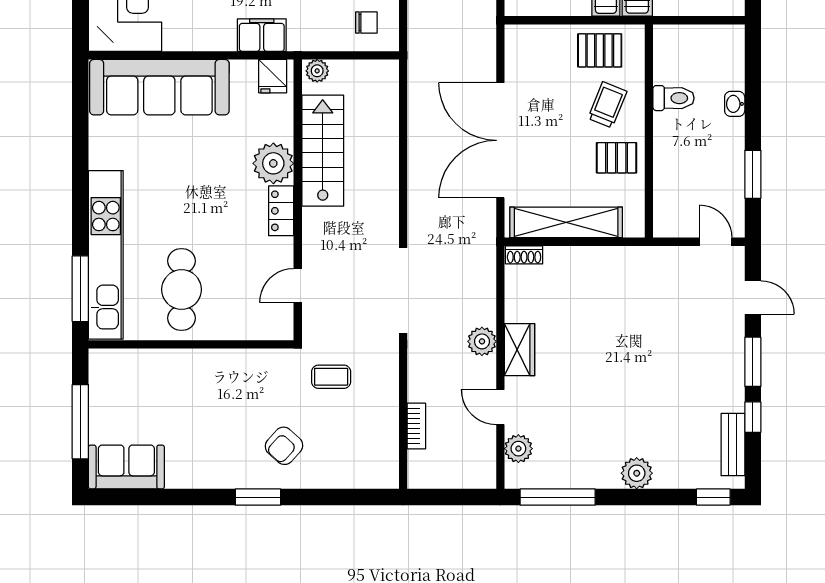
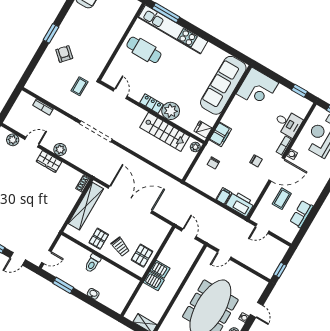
chair: (366, 22) -> (213, 163), moved
toilet: (674, 98) -> (93, 263), moved

